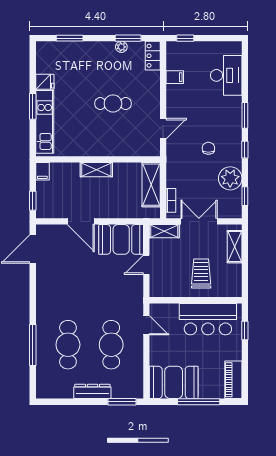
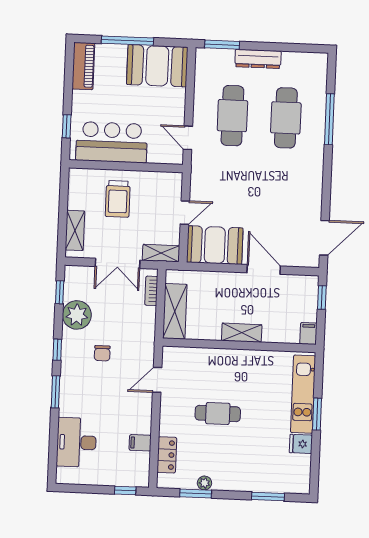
locker: (153, 56) -> (167, 455), moved

